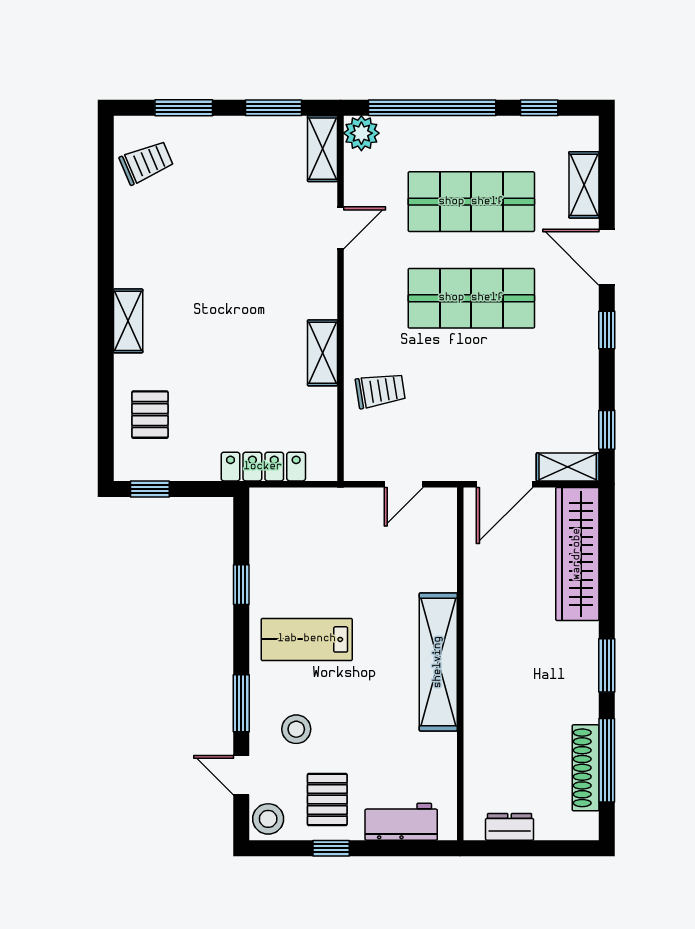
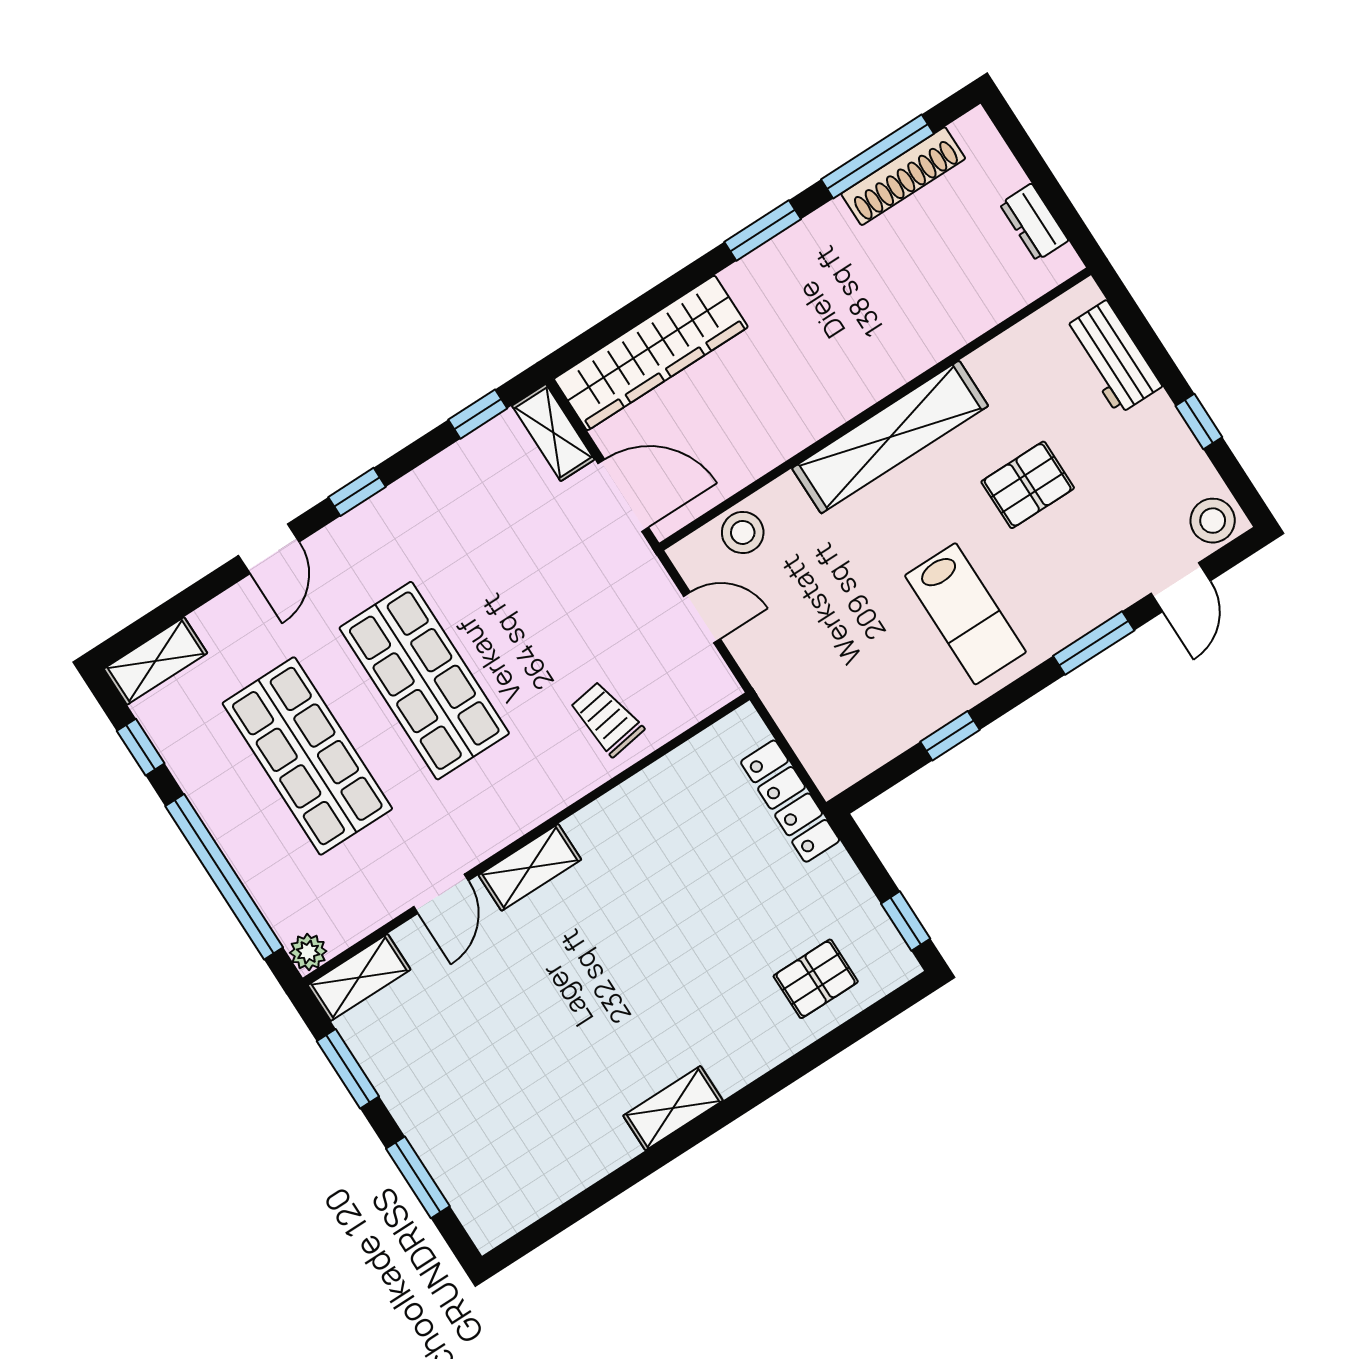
plant: (361, 133) -> (308, 952), width x0.73, depth x0.73
trolley: (146, 162) -> (513, 1180), removed
shelving: (584, 185) -> (156, 661), moved
door: (341, 228) -> (441, 894), swing flipped
door: (607, 257) -> (269, 549), width x0.73
shelving: (128, 321) -> (673, 1108), moved
shelving: (323, 353) -> (530, 867), moved
stool: (296, 729) -> (743, 532), moved
pallet: (327, 799) -> (1028, 485), moved

